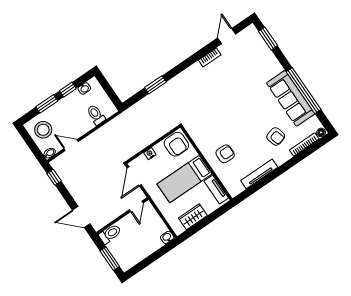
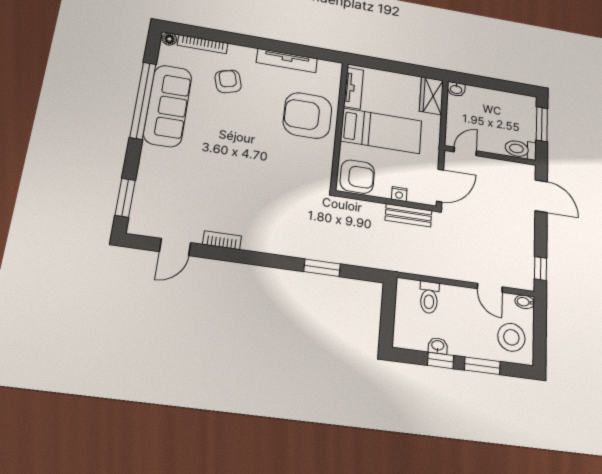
washbasin: (84, 88) -> (438, 346), moved
armchair: (176, 144) -> (357, 177), turned 90
bench: (137, 147) -> (408, 215), added
armchair: (225, 154) -> (307, 115), width x1.88, depth x1.88
wardrobe: (193, 217) -> (431, 96), moved, turned 90

